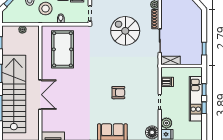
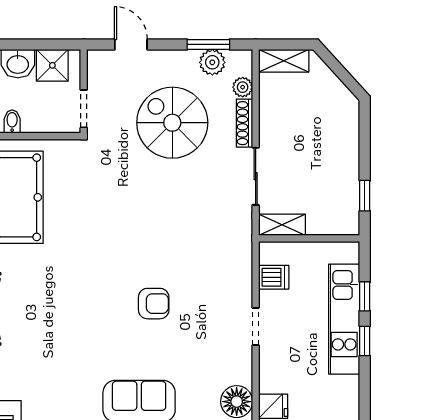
spiral stairs: (125, 31) -> (172, 123), moved
plant: (166, 123) -> (272, 379), removed

